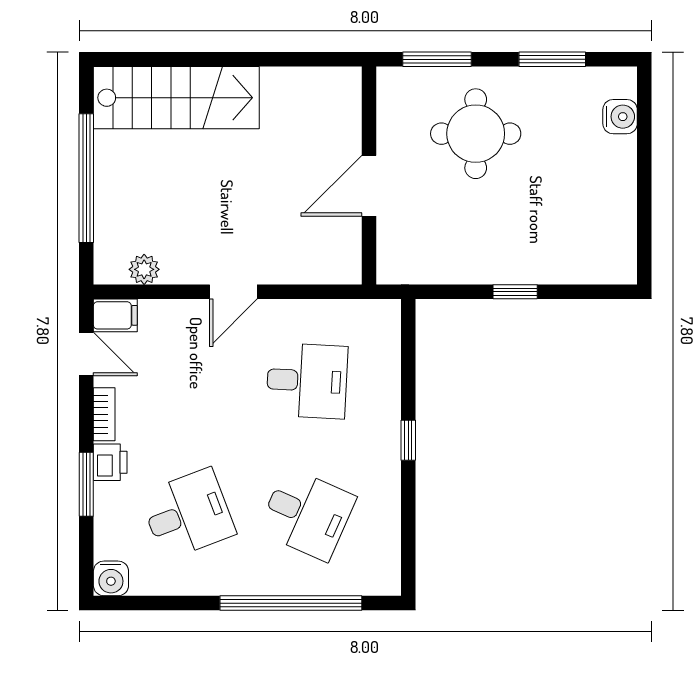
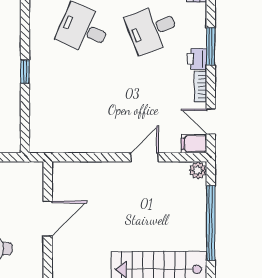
plant: (144, 269) -> (198, 170), moved
door: (233, 292) -> (145, 157), moved
desk: (307, 381) -> (83, 106), removed

